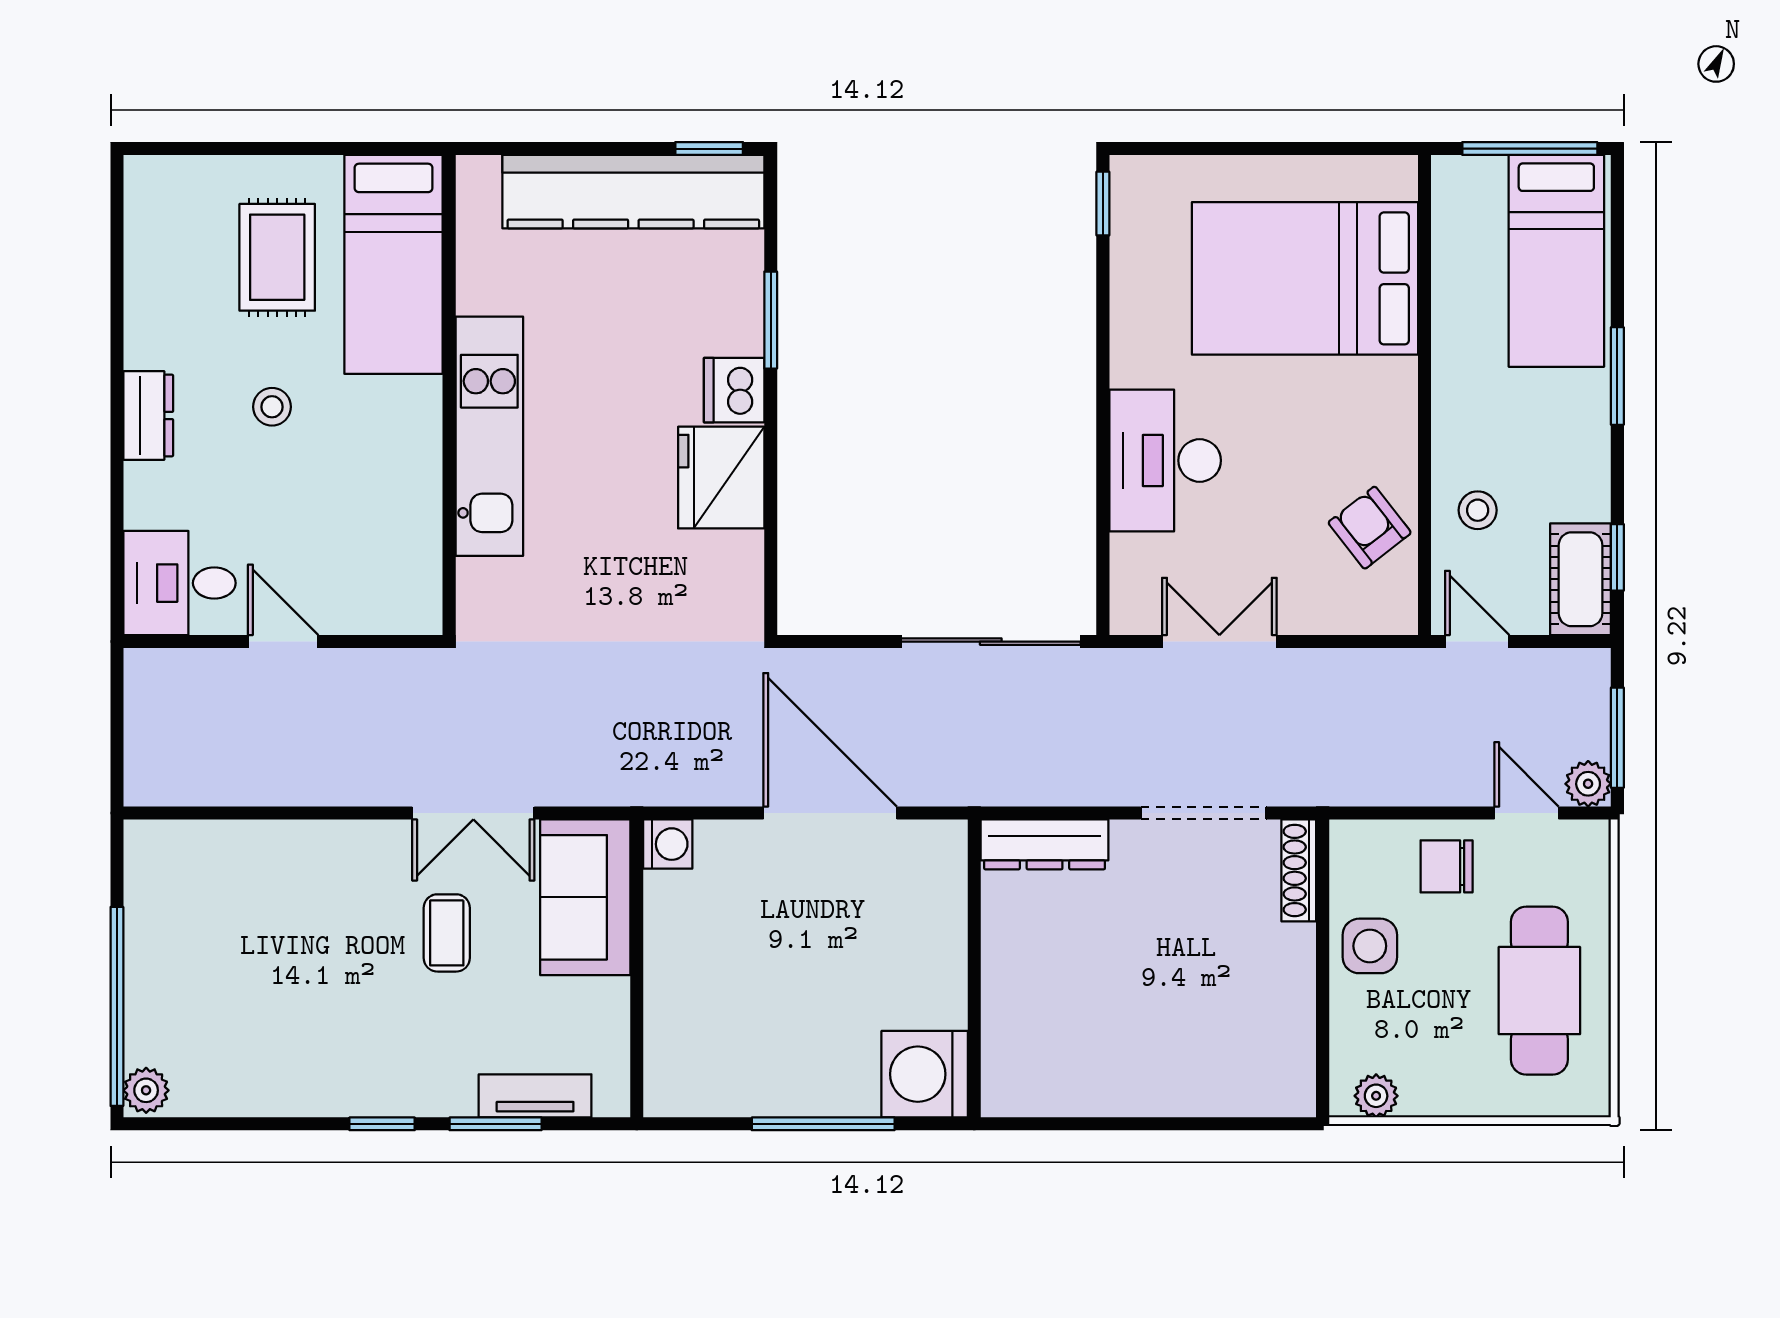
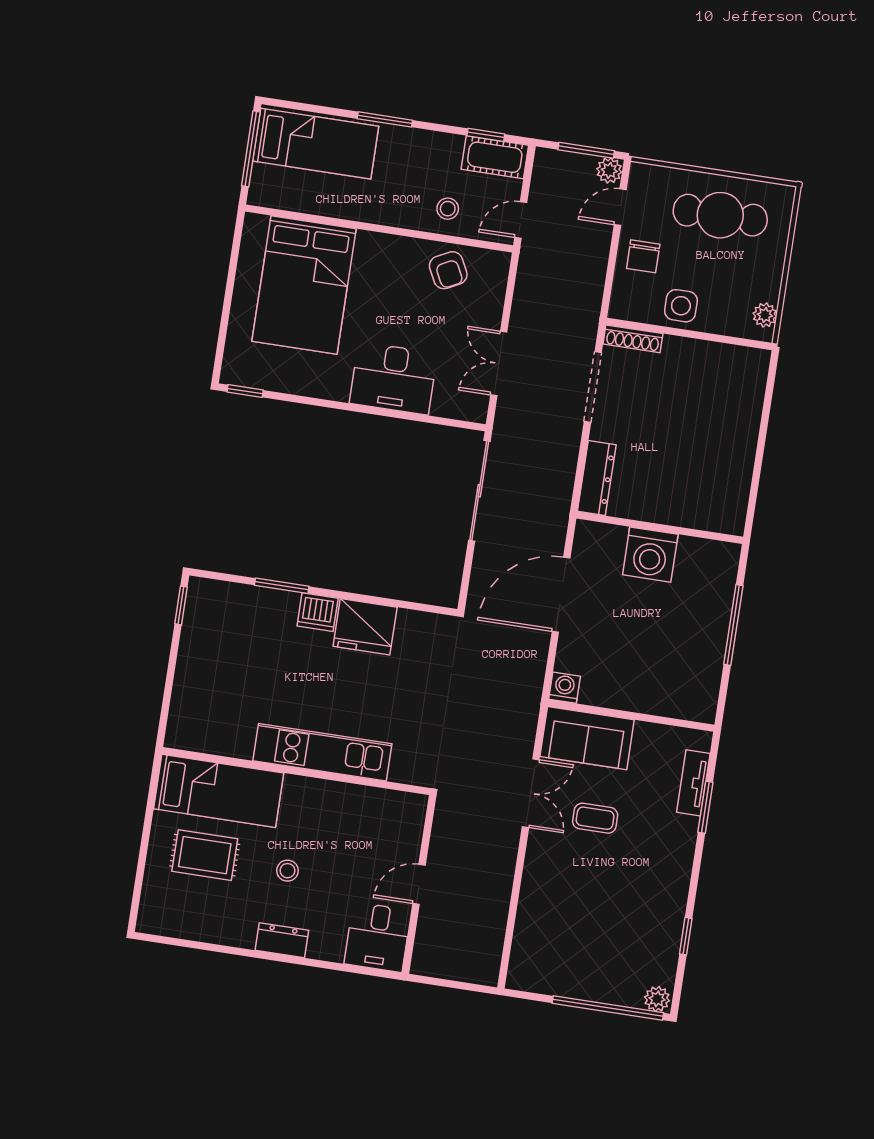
kitchen counter: (633, 192) -> (199, 651), removed
armchair: (1370, 528) -> (448, 270), turned -79
washing machine: (925, 1074) -> (650, 555), moved
window: (382, 1124) -> (686, 936), moved

